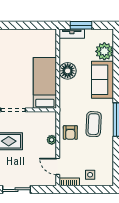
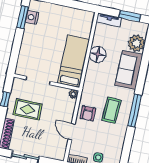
window: (81, 25) -> (130, 16), moved
plant: (52, 140) -> (73, 94), moved
door: (58, 166) -> (72, 132), moved

